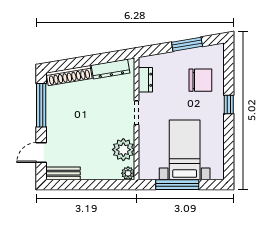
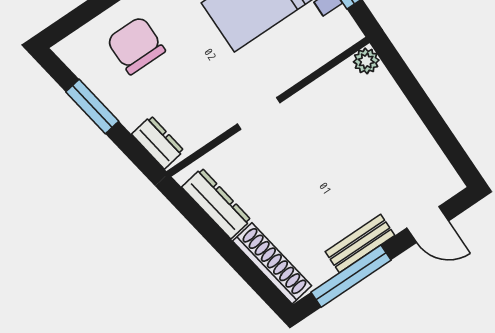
dresser: (145, 80) -> (158, 142), moved, turned 81
plant: (123, 150) -> (333, 94), removed
bench: (63, 173) -> (360, 244), moved, turned 90

